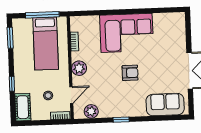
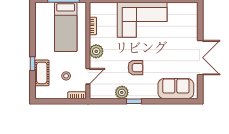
window: (10, 38) -> (32, 20), removed
armchair: (130, 73) -> (136, 68), moved
cot: (23, 107) -> (42, 73), moved
plant: (91, 111) -> (122, 92), moved

